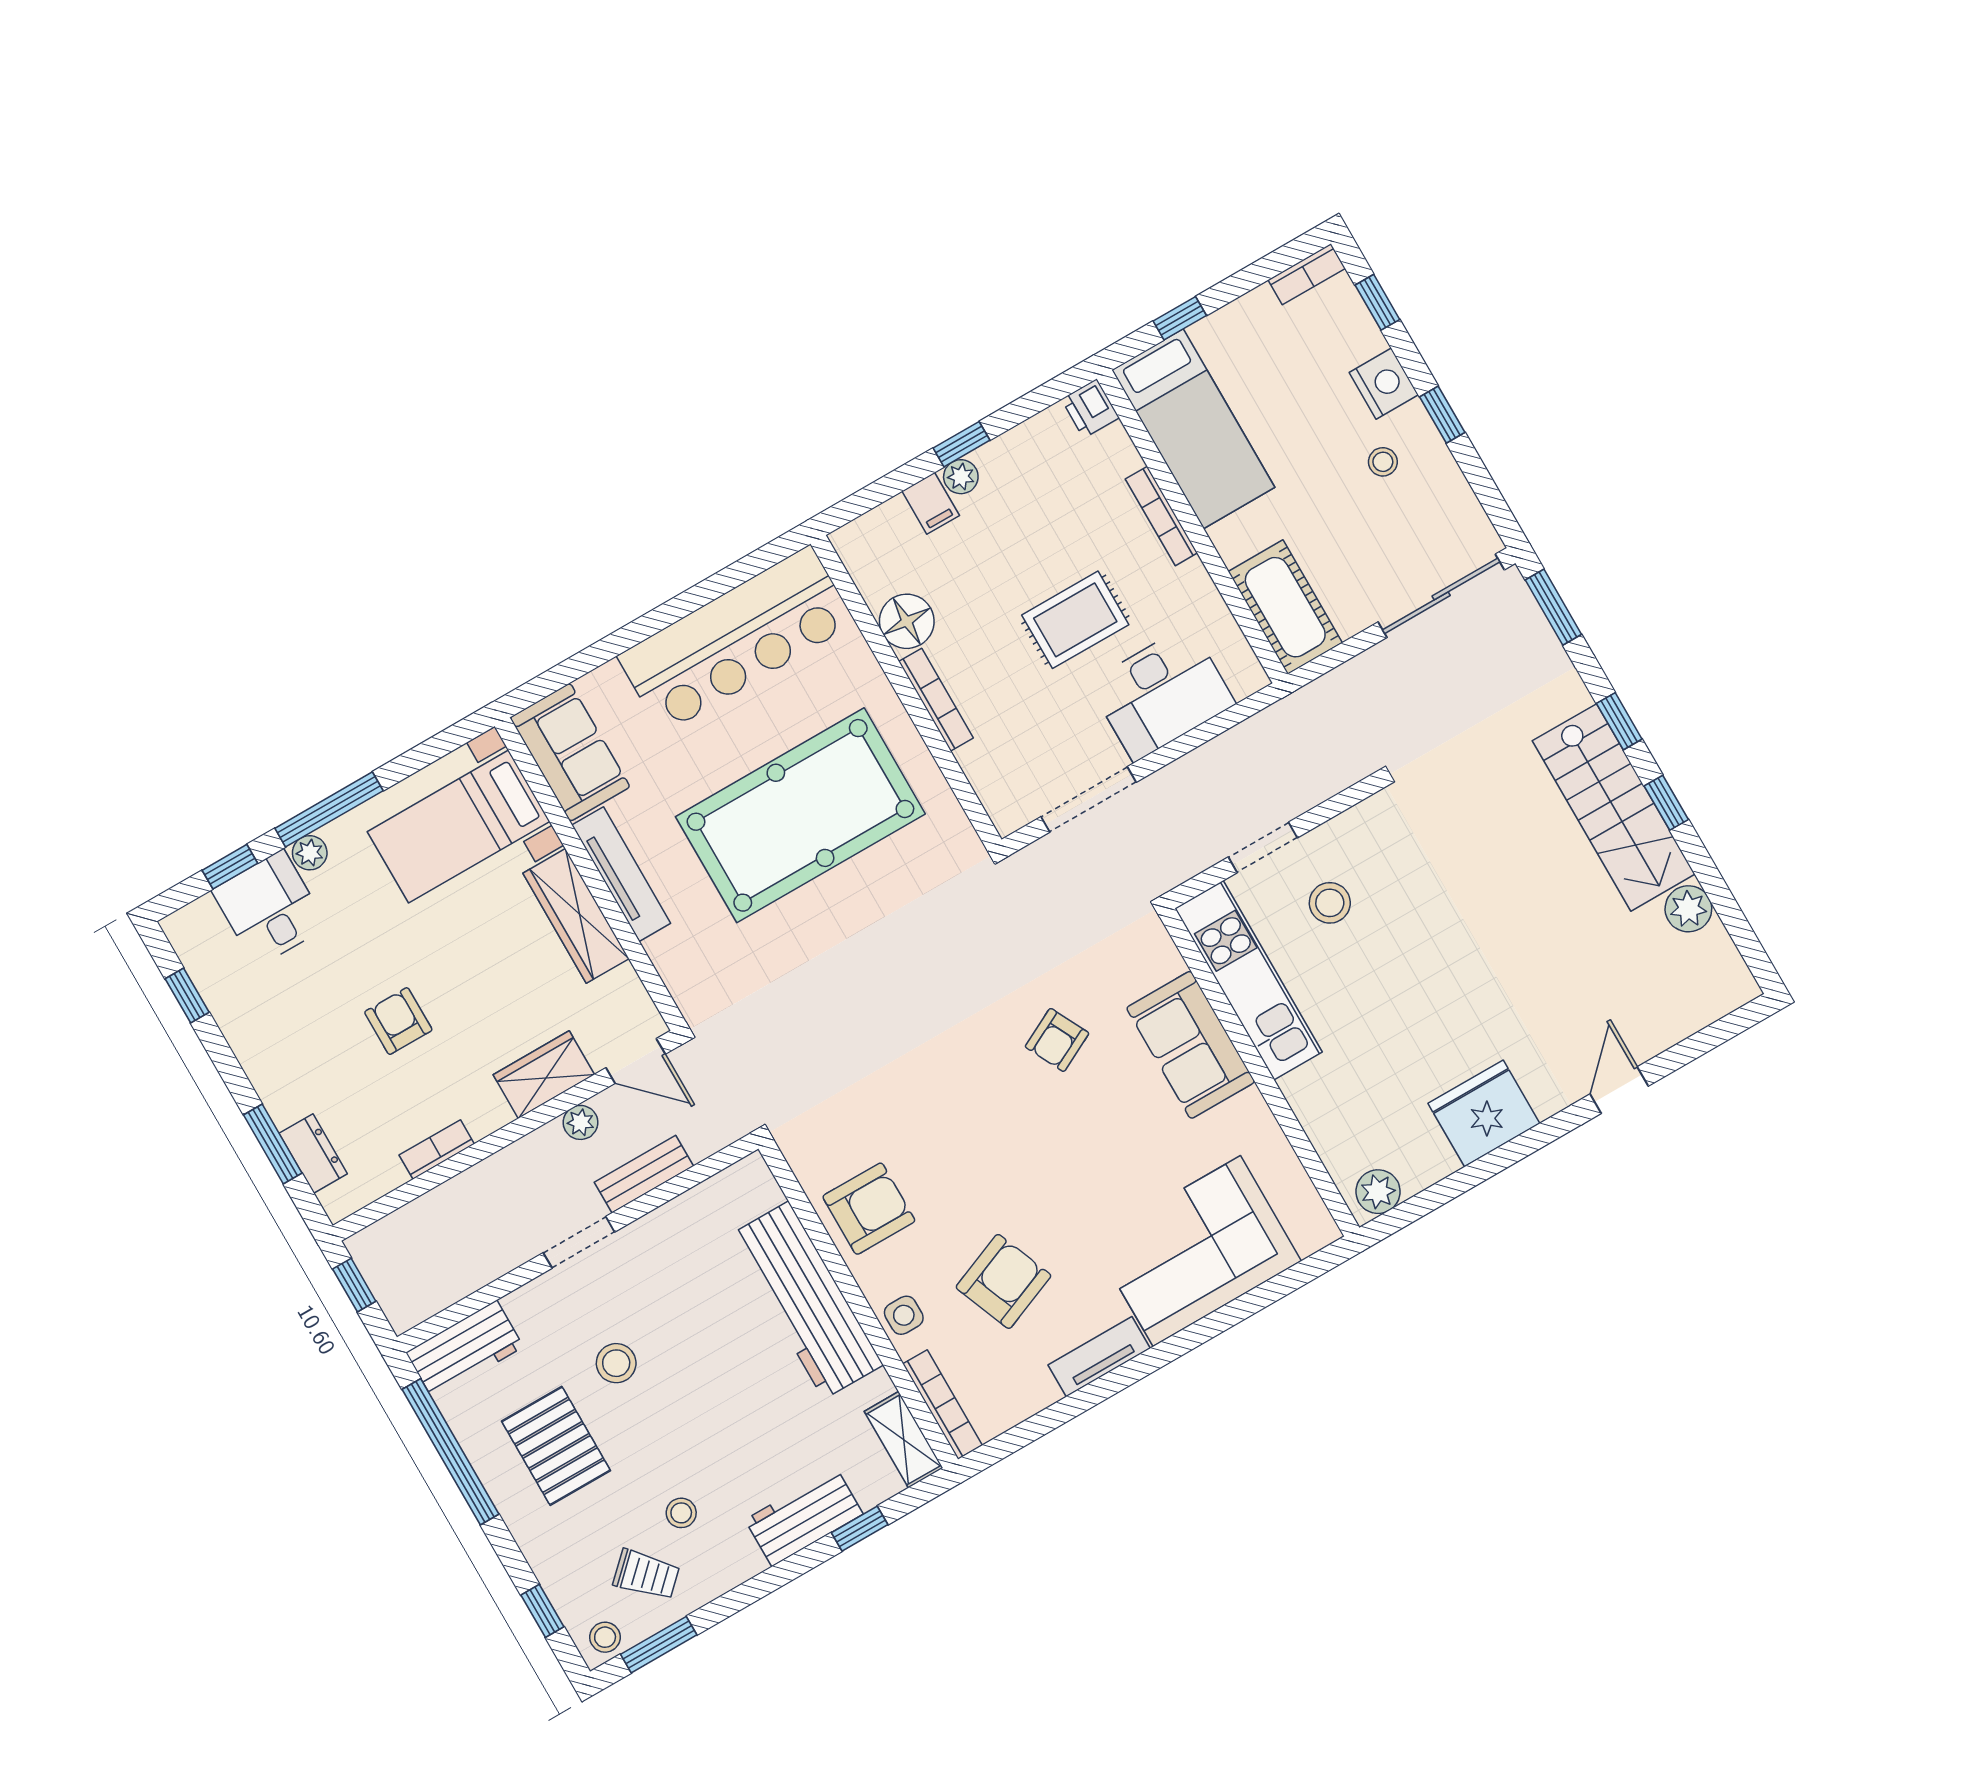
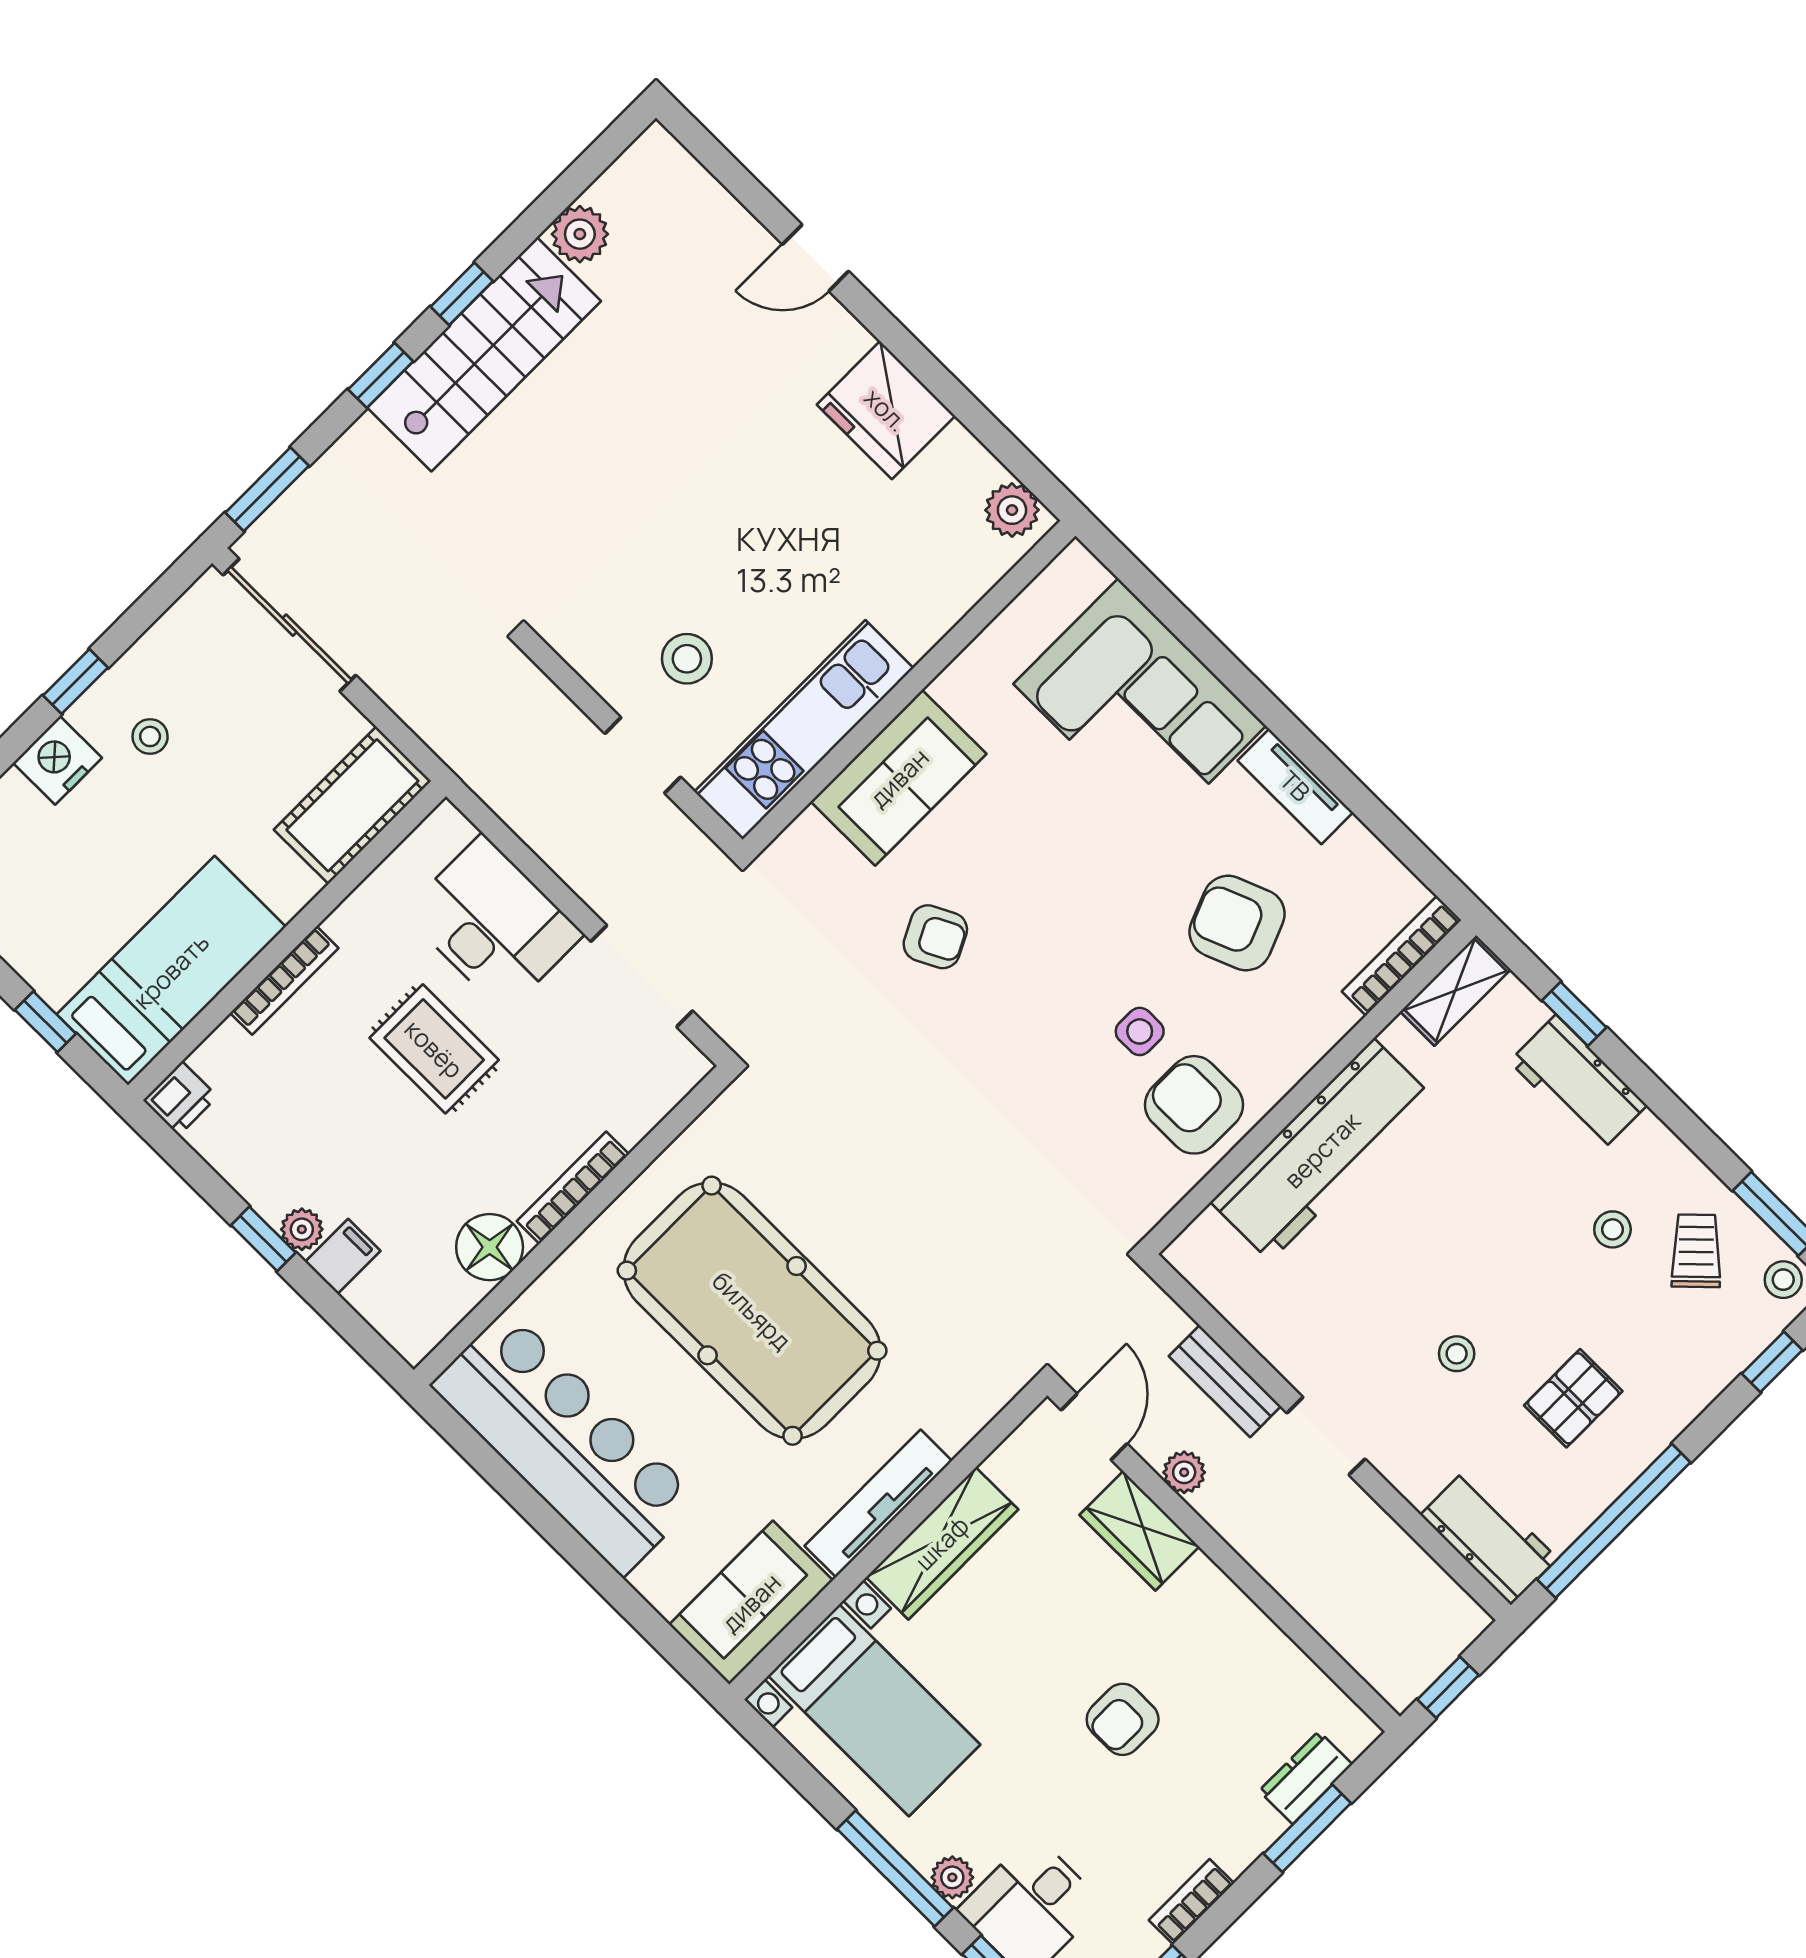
bookcase: (437, 1150) -> (1191, 1902), moved, turned 90
side table: (904, 1315) -> (1140, 1031), moved
stool: (616, 1363) -> (1457, 1354), width x0.73, depth x0.73
pallet: (556, 1446) -> (1573, 1398), width x0.67, depth x0.71

